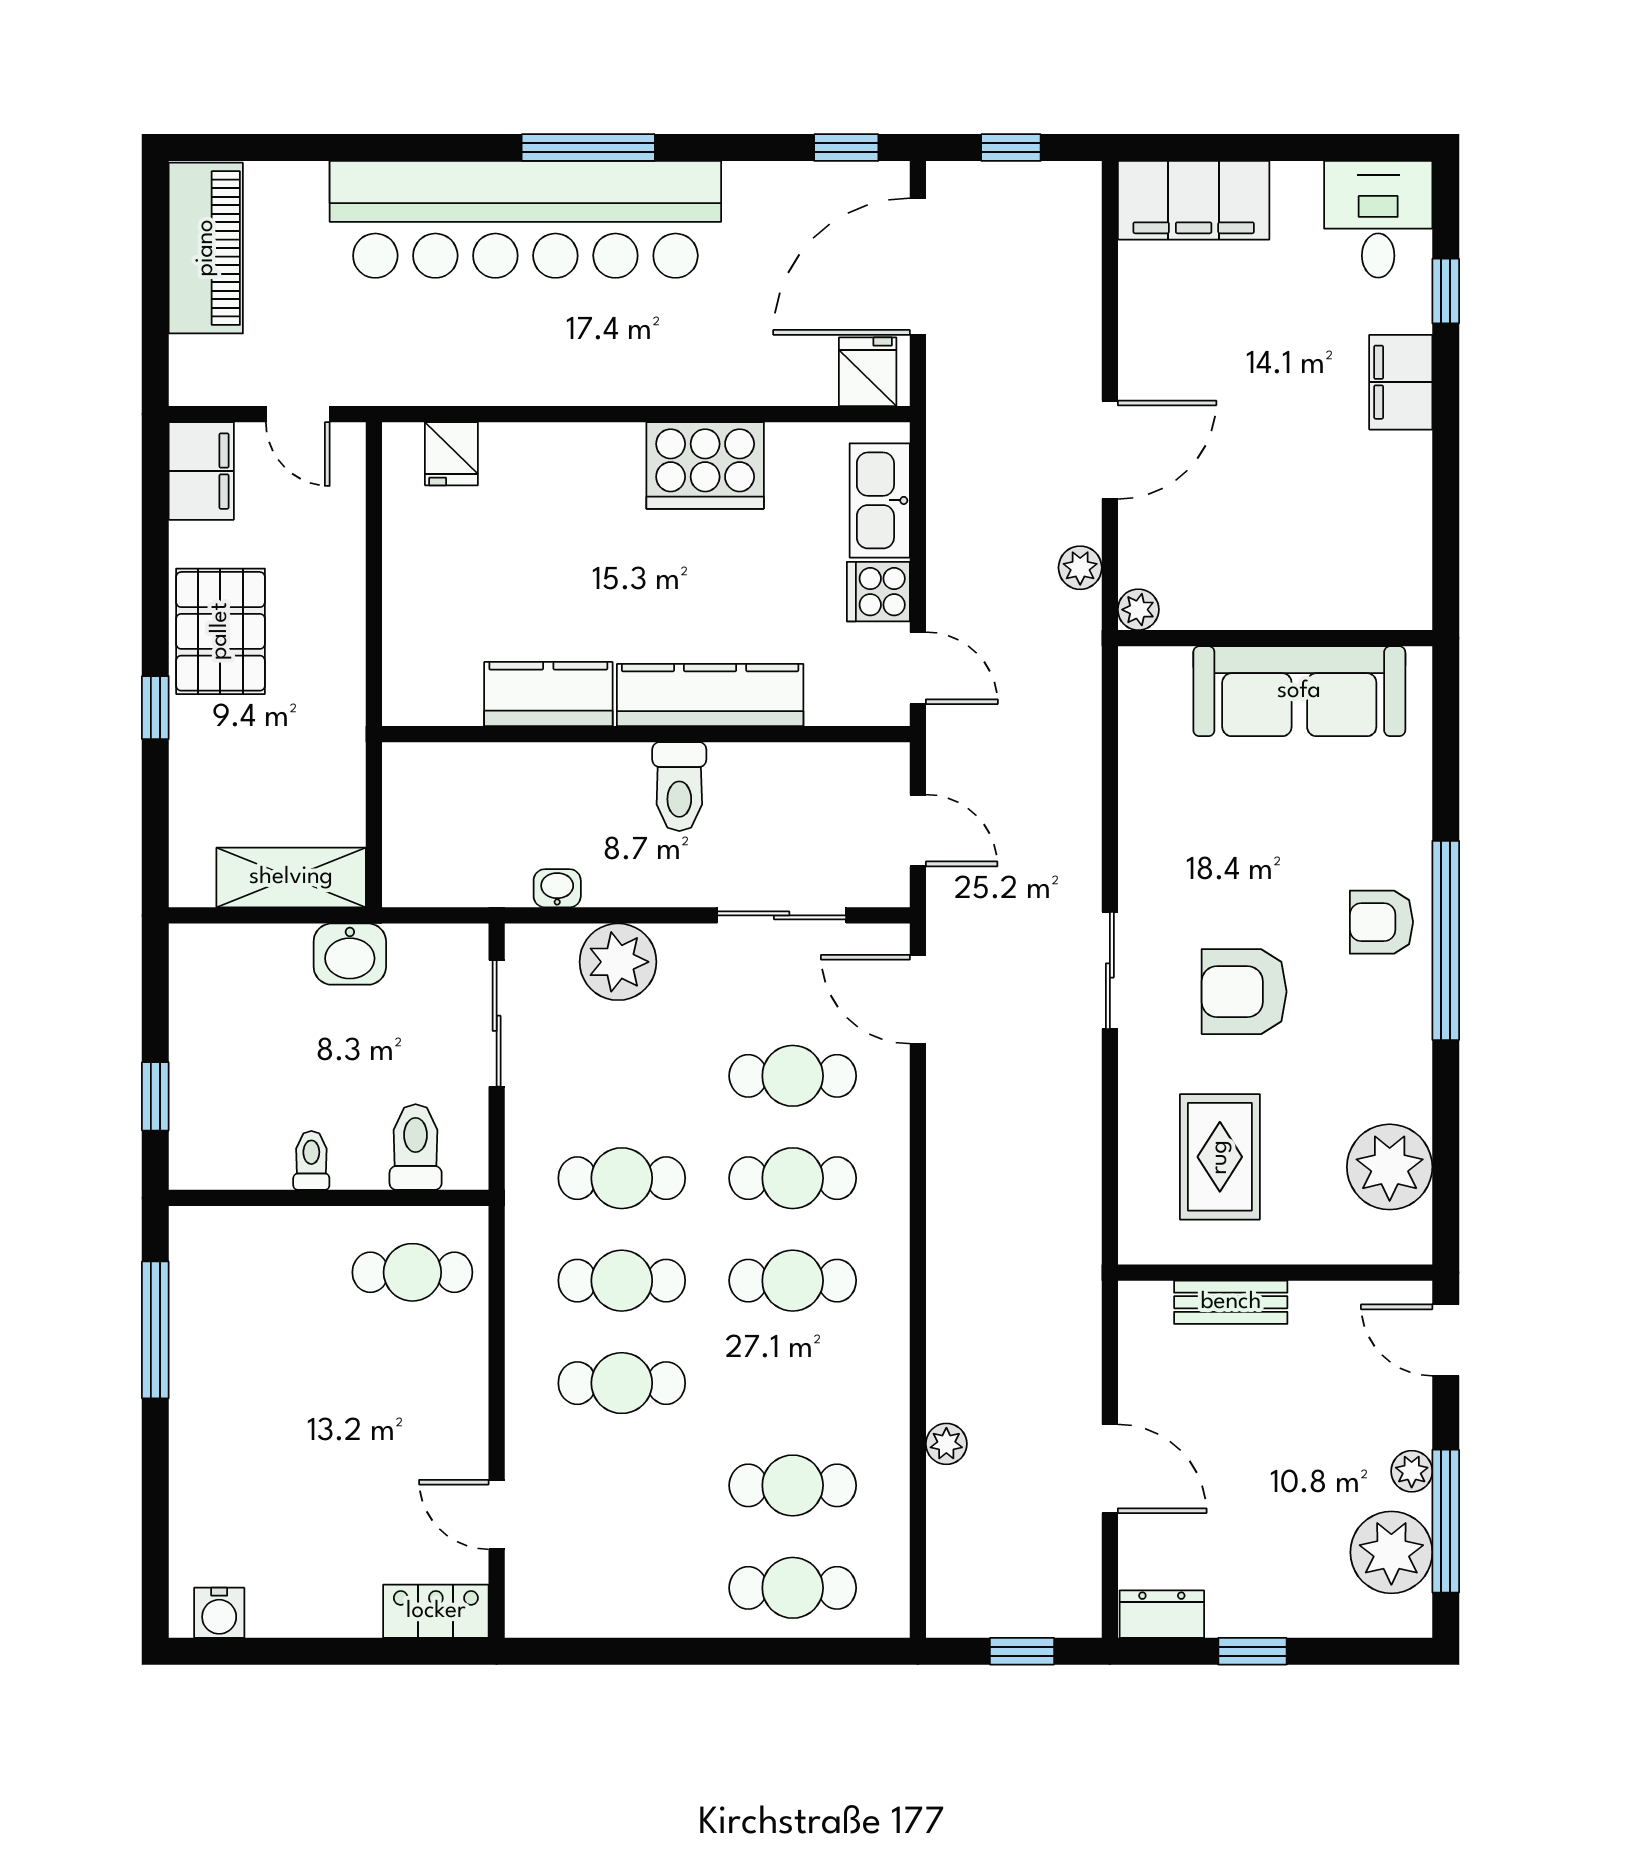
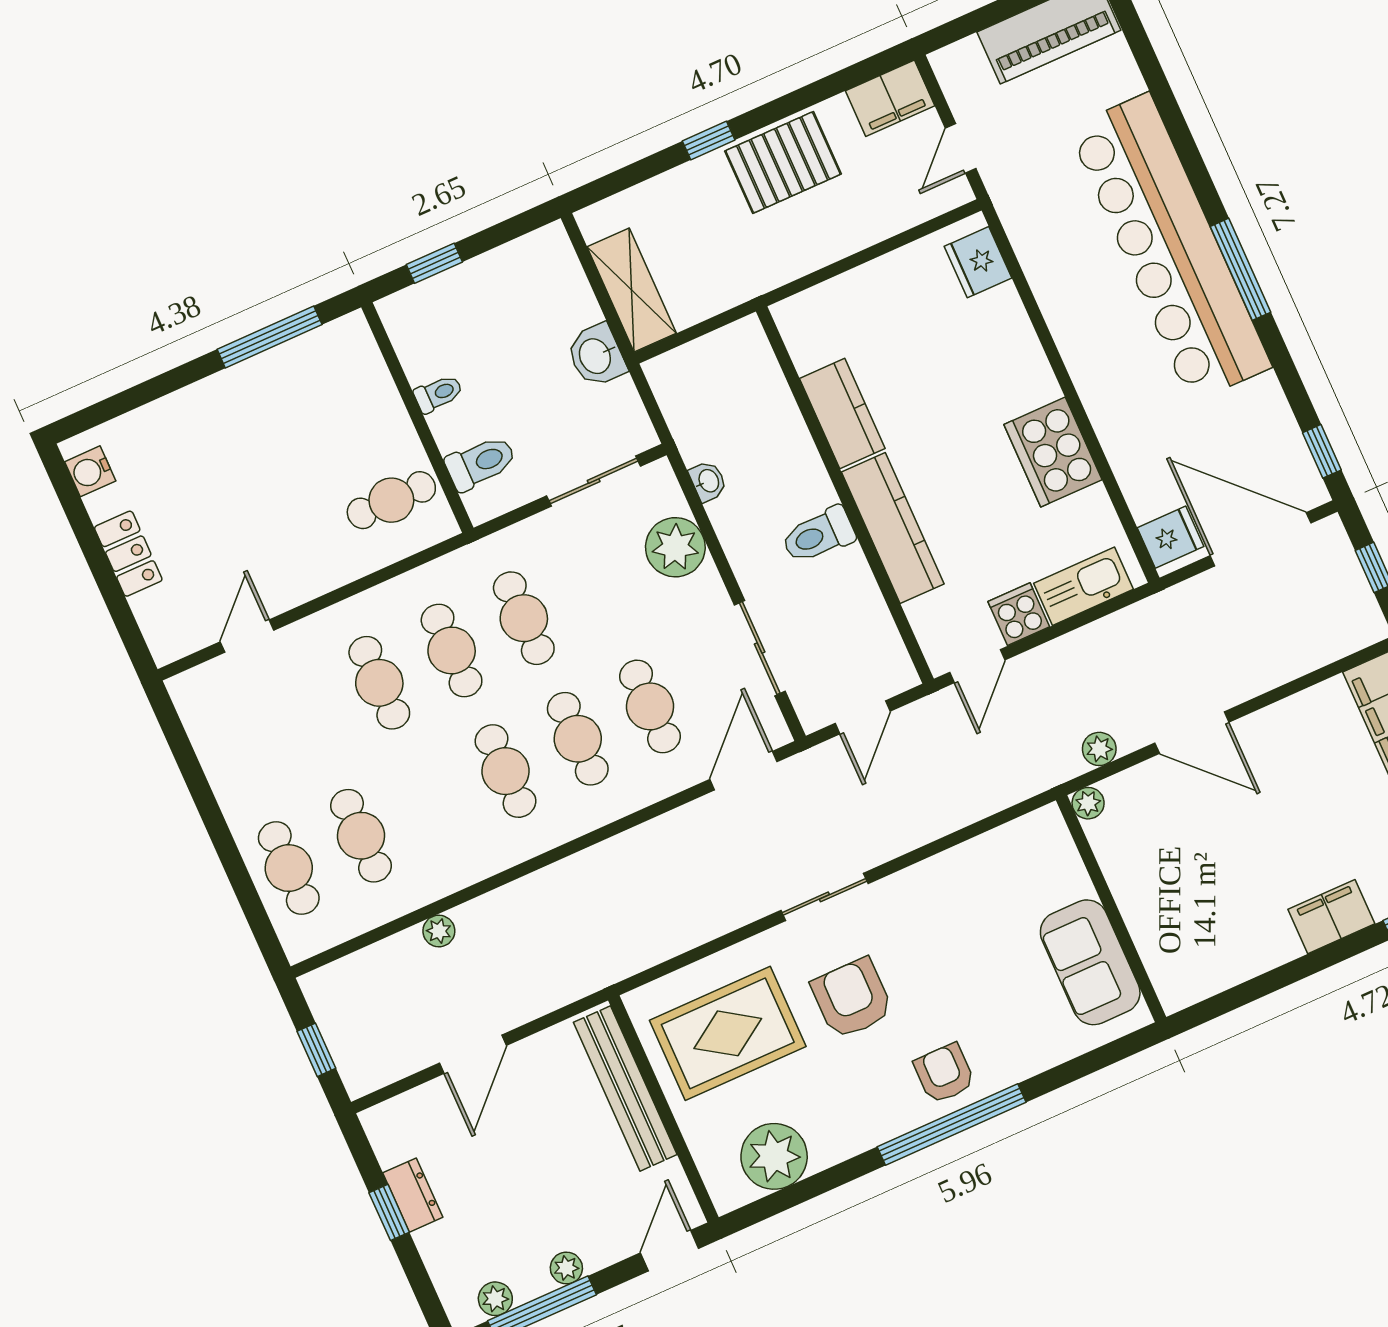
fridge: (451, 454) -> (978, 262), width x1.38
sofa: (1299, 691) -> (1090, 962), width x0.73
rug: (1220, 1157) -> (728, 1033), width x1.36, depth x1.43
cafe table: (412, 1272) -> (391, 500), turned 90
bench: (1231, 1302) -> (625, 1088), width x1.86, depth x1.21
plant: (1391, 1552) -> (495, 1299), width x0.53, depth x0.53
locker: (436, 1611) -> (128, 554), moved
dresser: (1162, 1614) -> (413, 1195), moved

